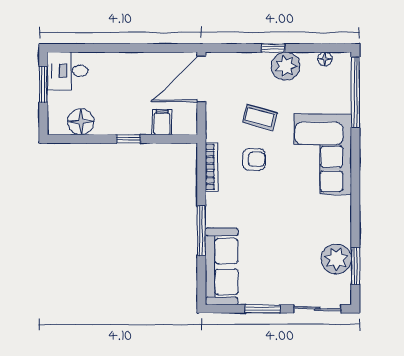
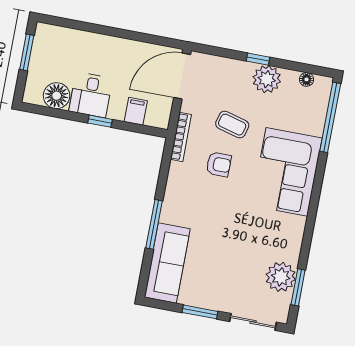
desk: (68, 71) -> (91, 95), moved, turned -90
bookcase: (211, 167) -> (181, 137), moved

